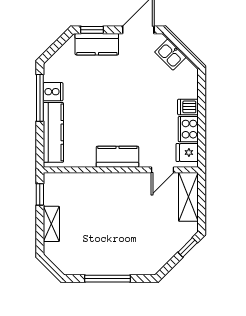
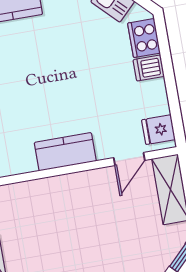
cooker: (188, 129) -> (144, 38), moved

